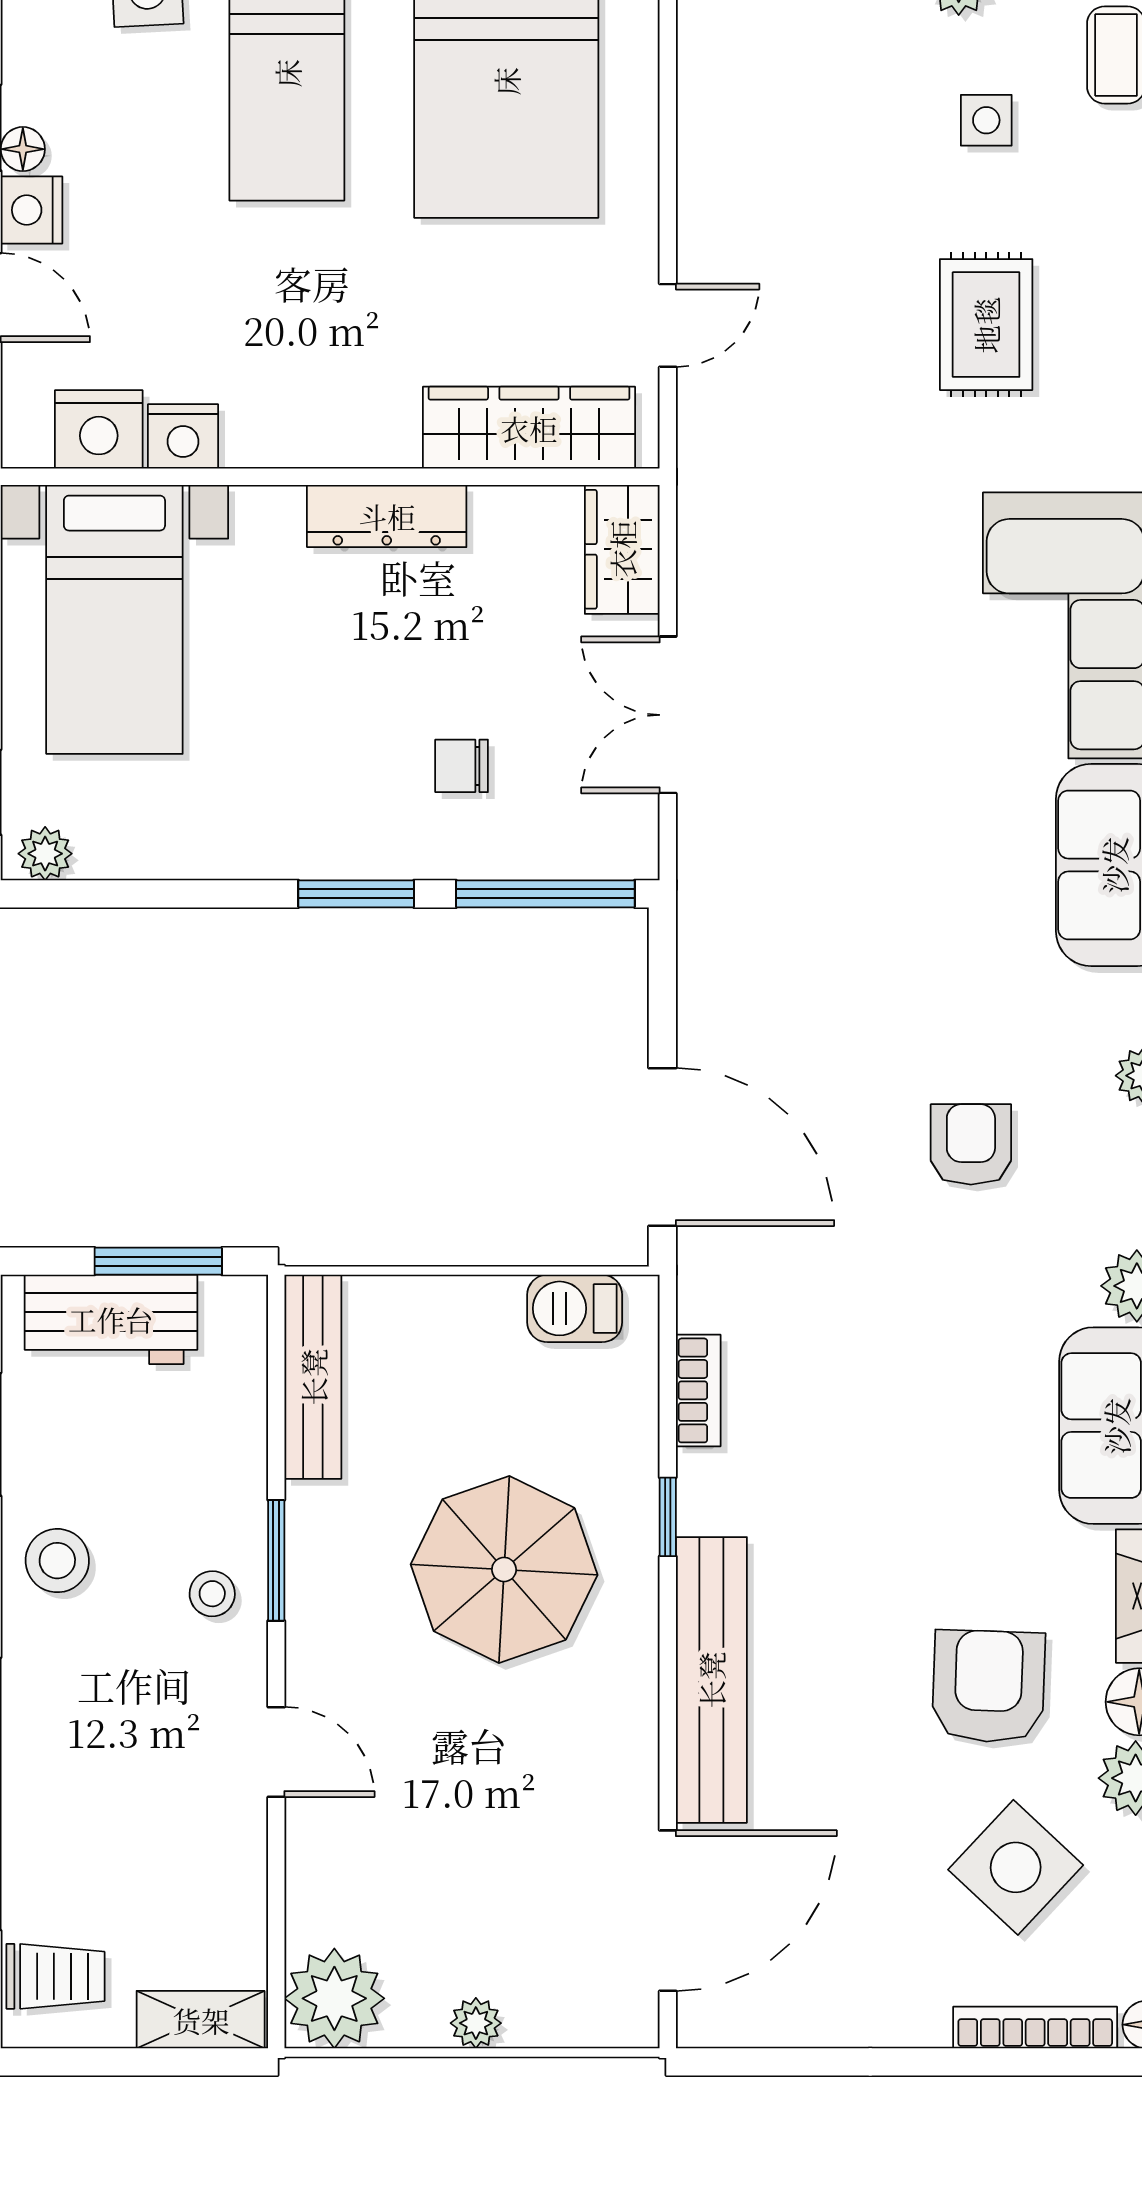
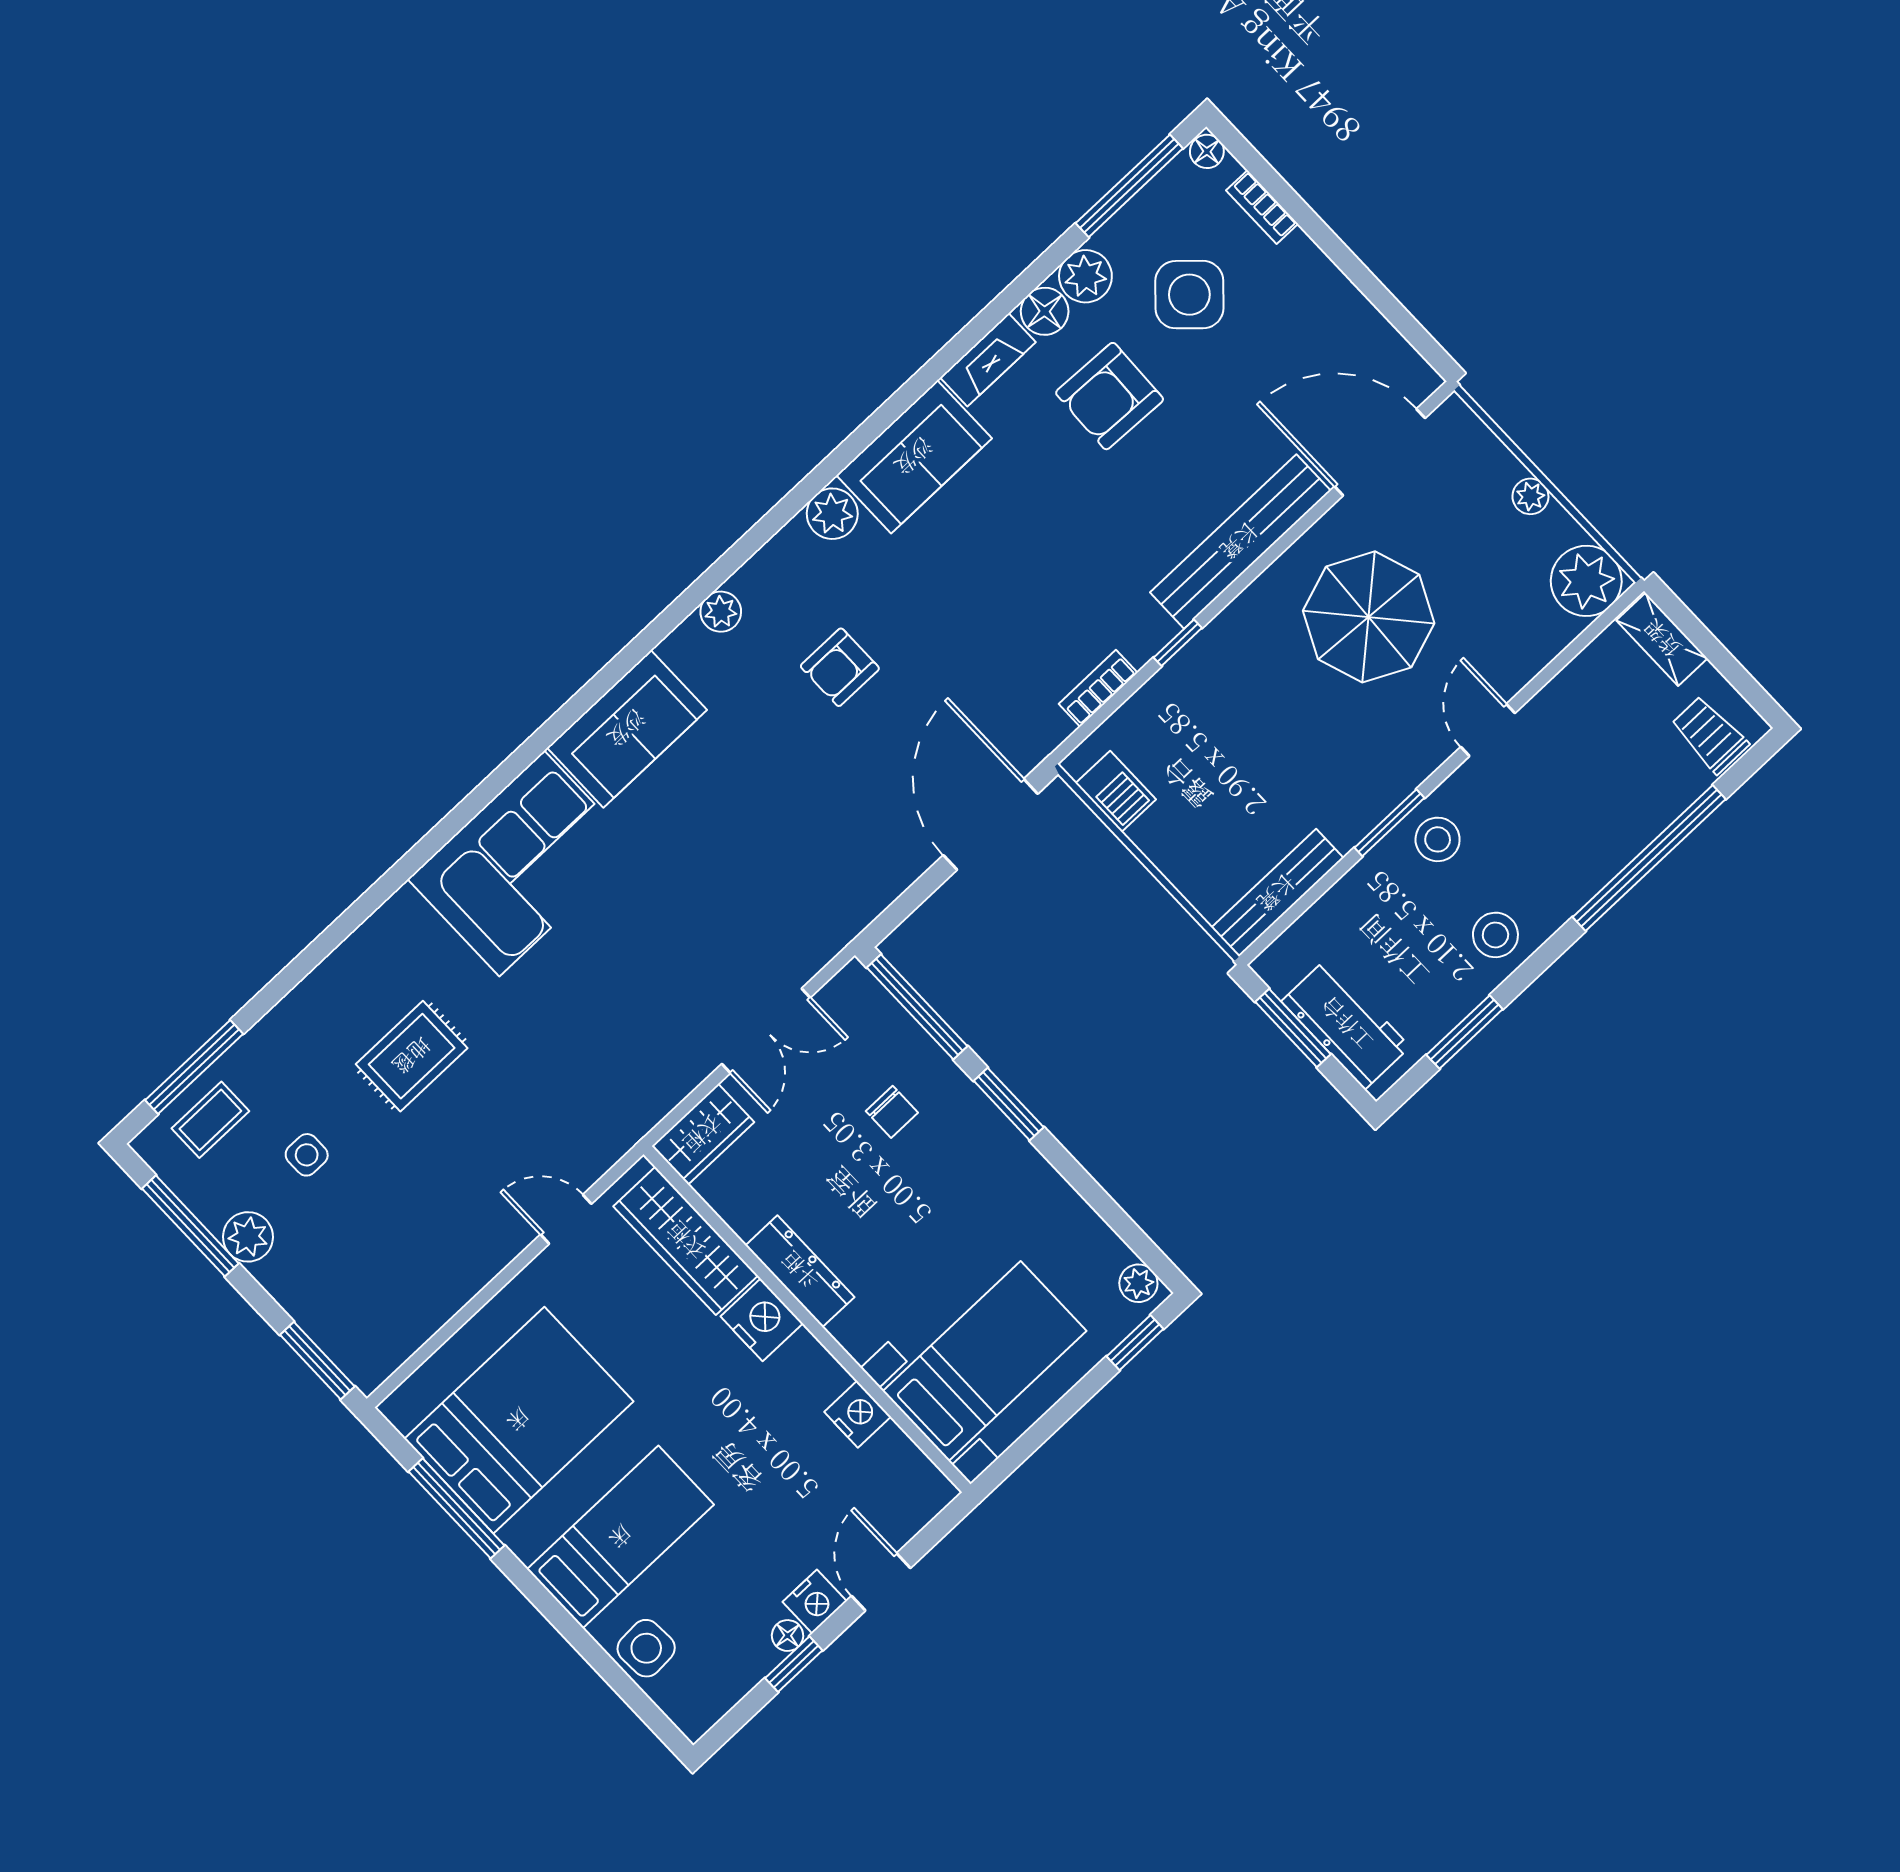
nightstand: (99, 429) -> (762, 1320), moved
parasol: (504, 1570) -> (1369, 617), moved
stool: (212, 1594) -> (1438, 839), width x1.37, depth x1.37
bookcase: (1035, 2028) -> (1262, 207), width x0.64

